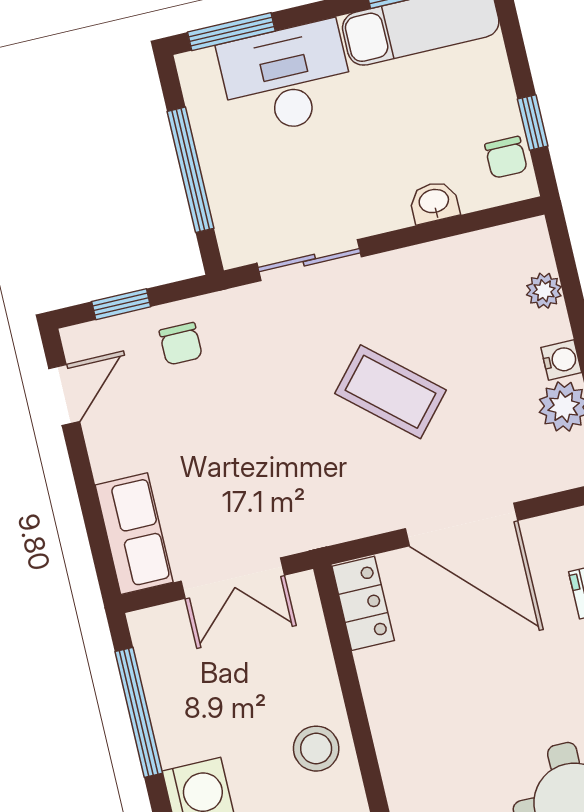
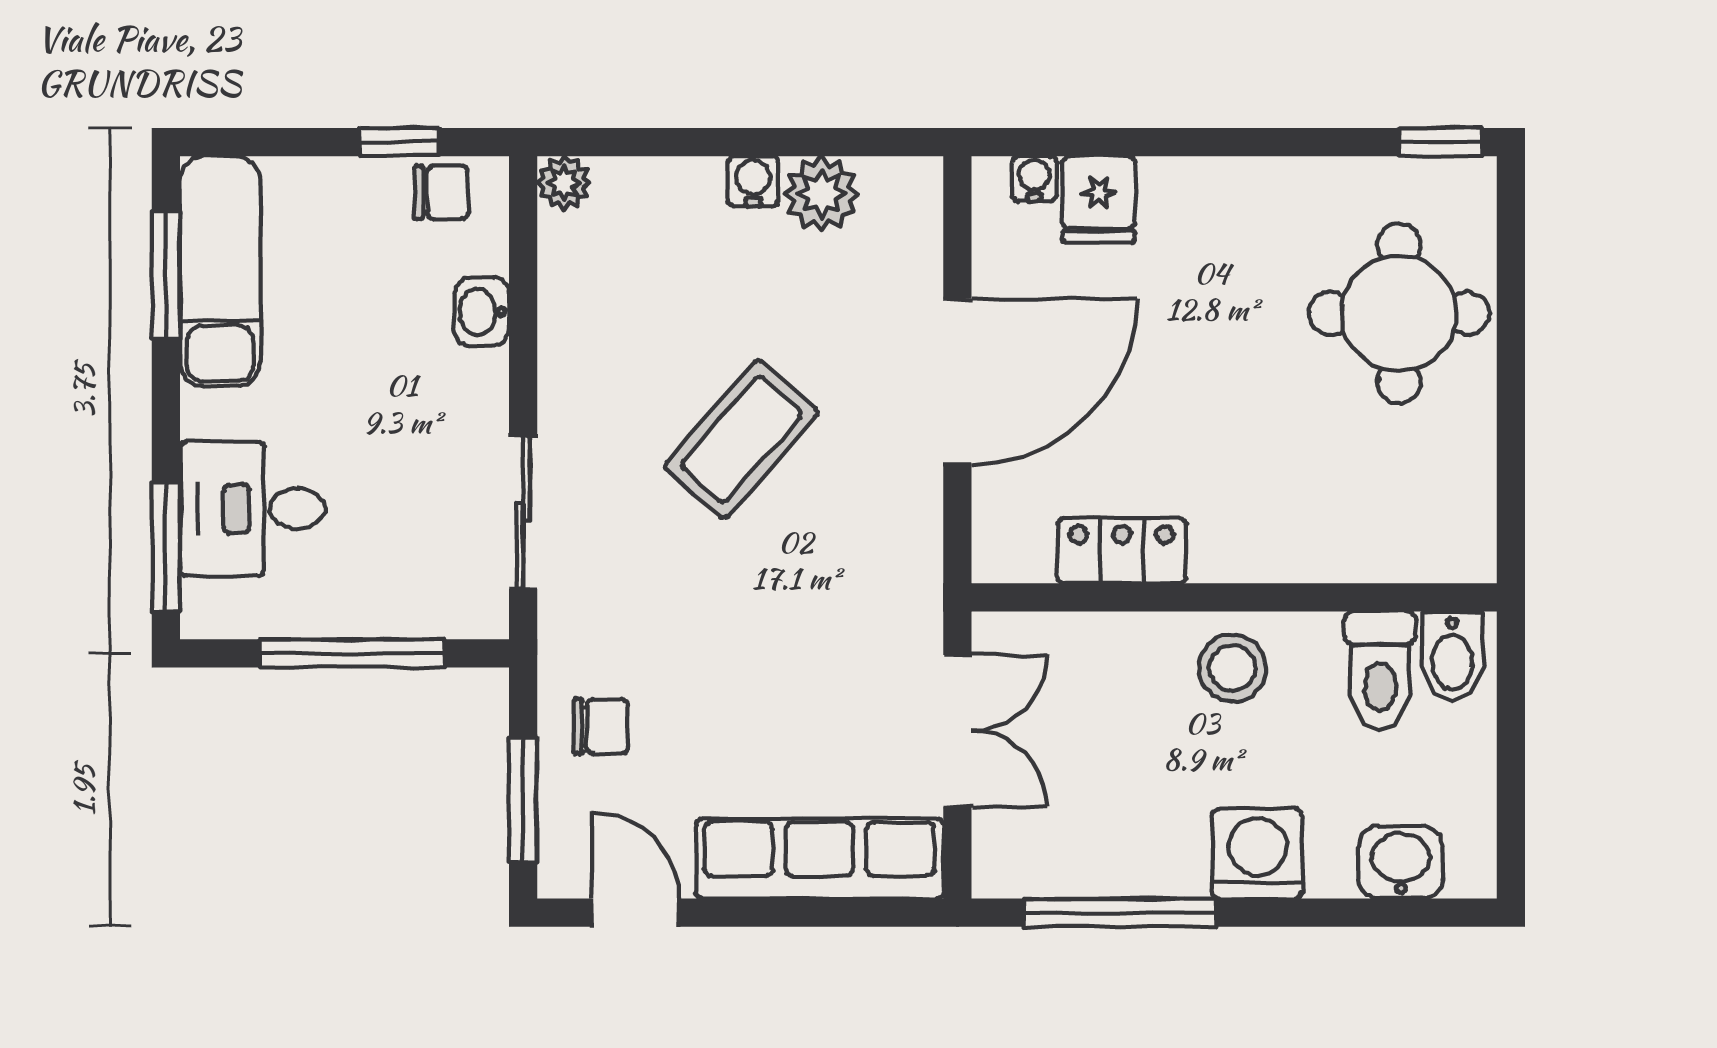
desk: (286, 78) -> (252, 508), width x0.73
plant: (544, 291) -> (564, 183), moved
window: (121, 304) -> (523, 799), width x1.50
row of seats: (134, 534) -> (820, 858), width x1.48
locker: (363, 603) -> (1122, 551), moved

